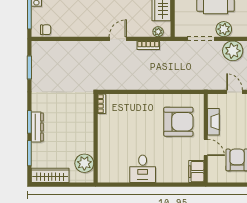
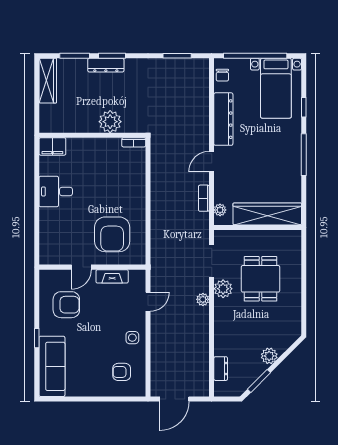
dresser: (82, 29) -> (223, 119), added
door: (118, 39) -> (212, 162), swing flipped
plant: (233, 51) -> (203, 299), width x0.53, depth x0.53
plant: (84, 163) -> (110, 122), moved
filing cabinet: (196, 172) -> (52, 146), moved, turned 180

